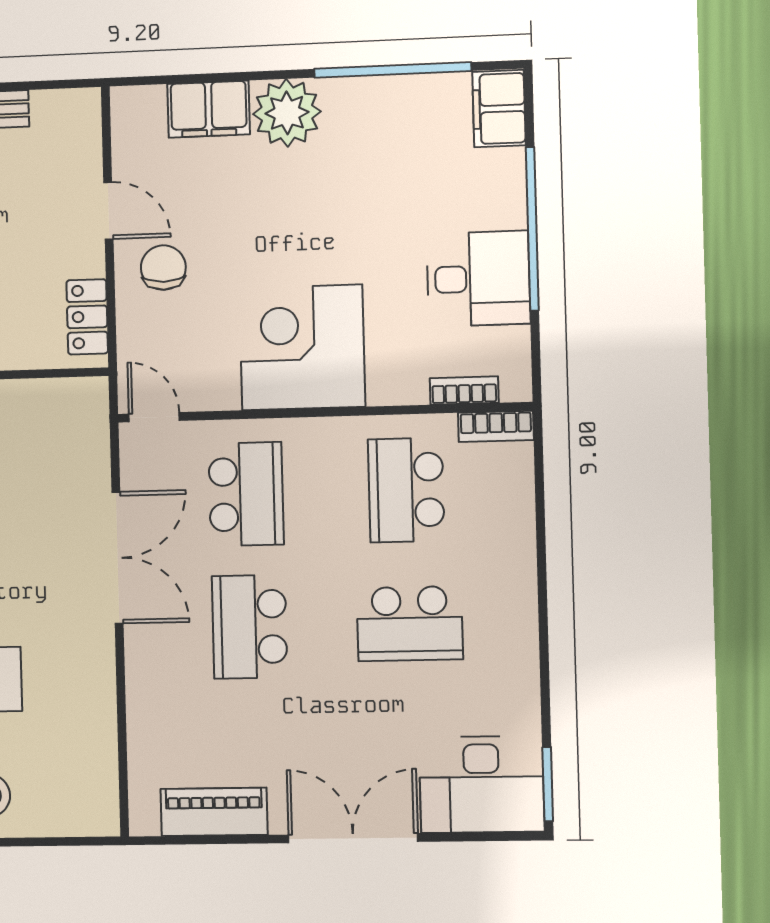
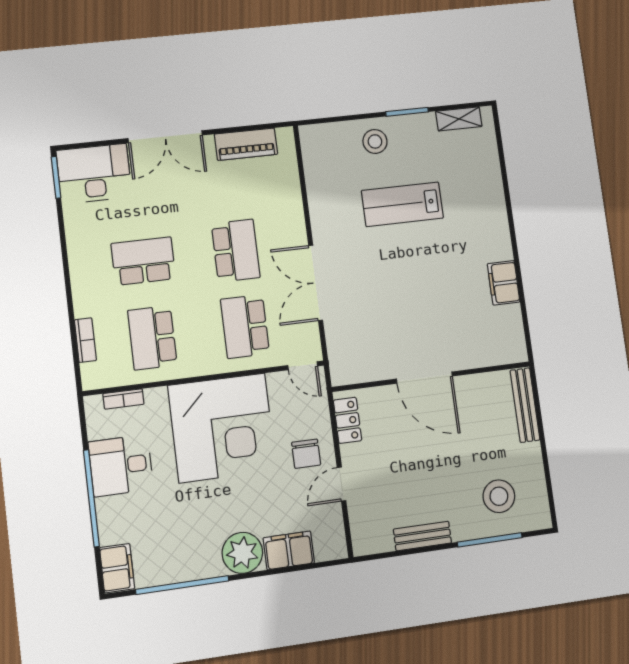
door: (108, 211) -> (342, 484), hinge flipped
corner desk: (302, 347) -> (222, 428), width x1.36, depth x1.36
bookcase: (496, 426) -> (85, 340), moved, turned 90
school desk: (406, 490) -> (152, 338), turned 180

